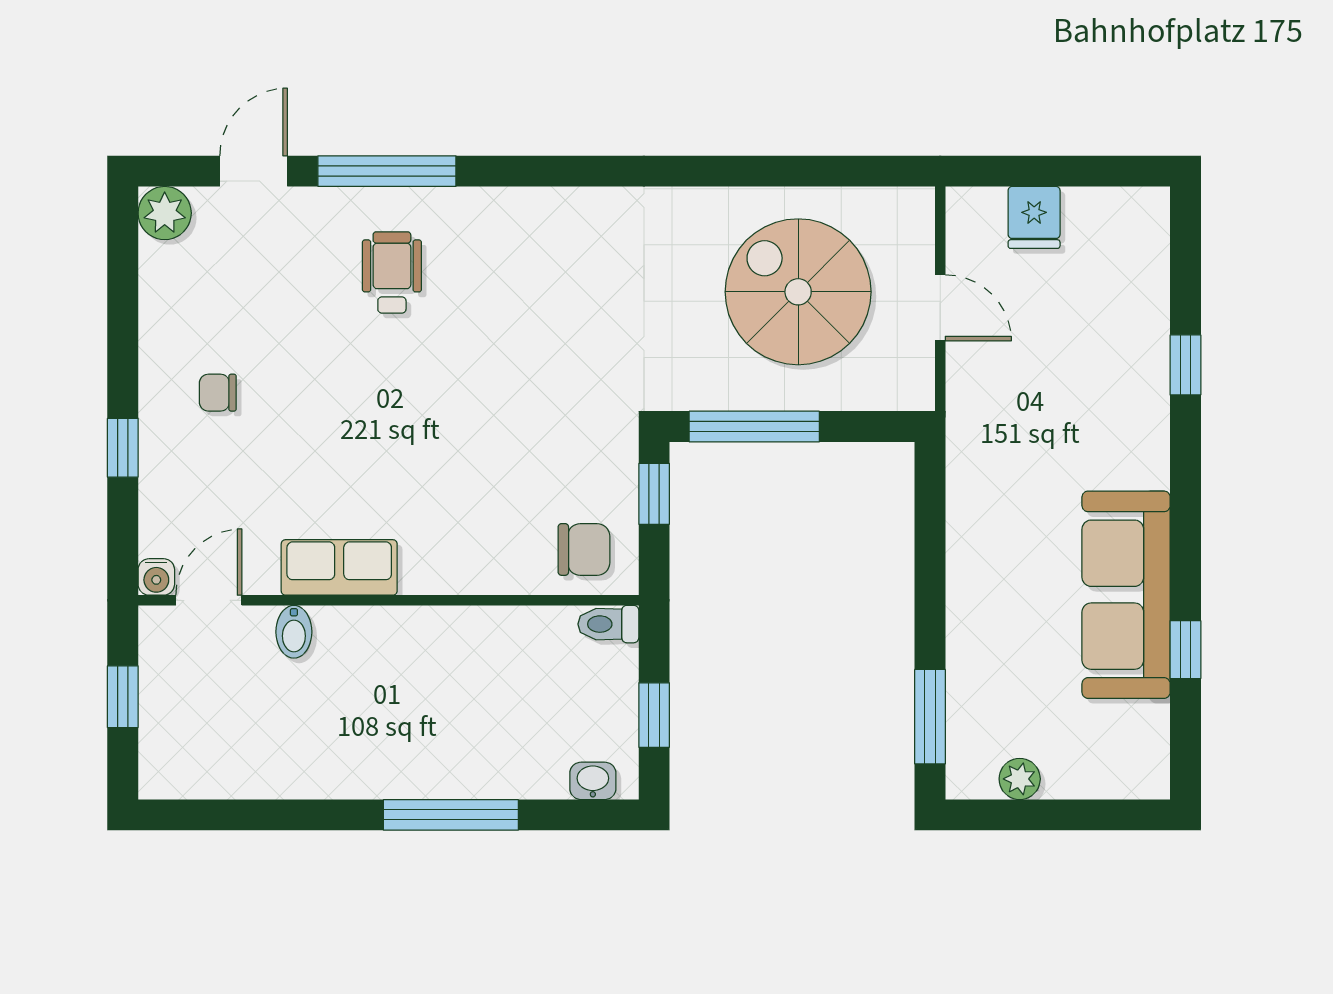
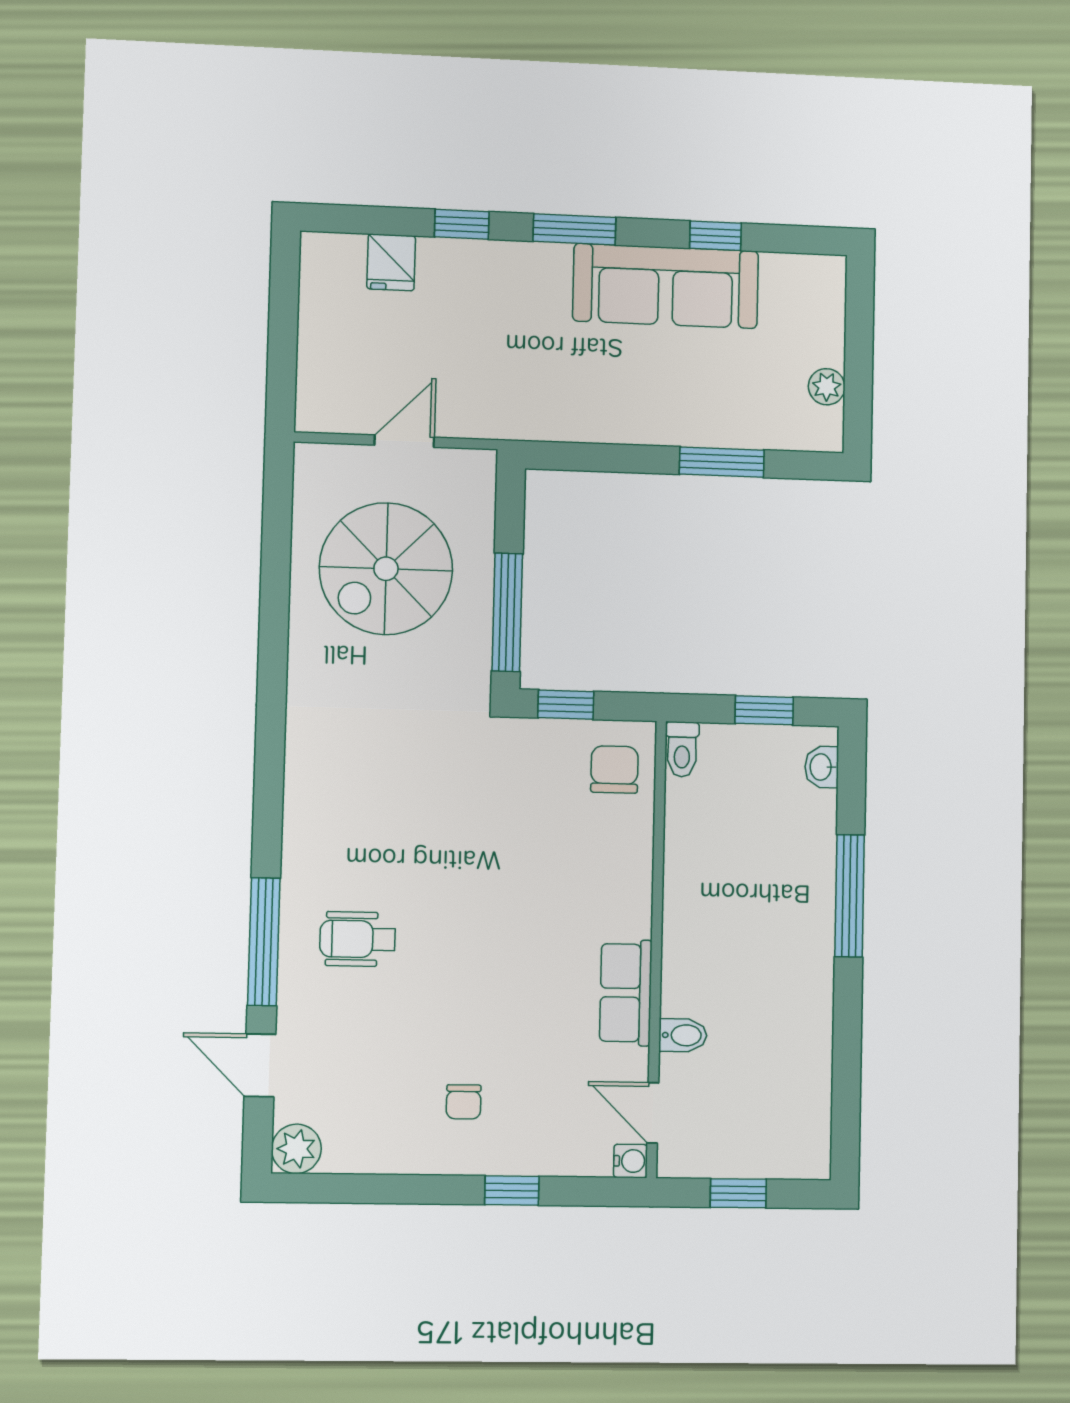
fridge: (1034, 217) -> (391, 262), moved, turned 90
window: (1185, 491) -> (574, 229), added
window: (930, 717) -> (722, 462), moved

